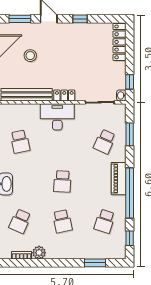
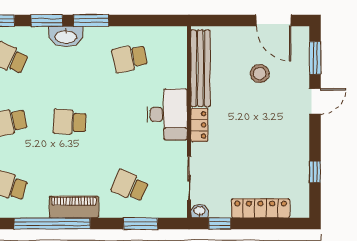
window: (80, 19) -> (315, 172), moved
locker: (119, 42) -> (261, 208), moved

